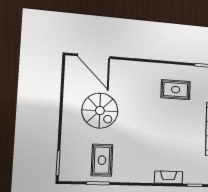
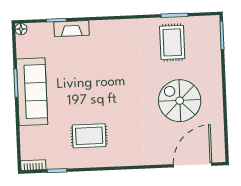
door: (94, 56) -> (193, 165), hinge flipped
fireplace: (169, 177) -> (72, 29), moved

